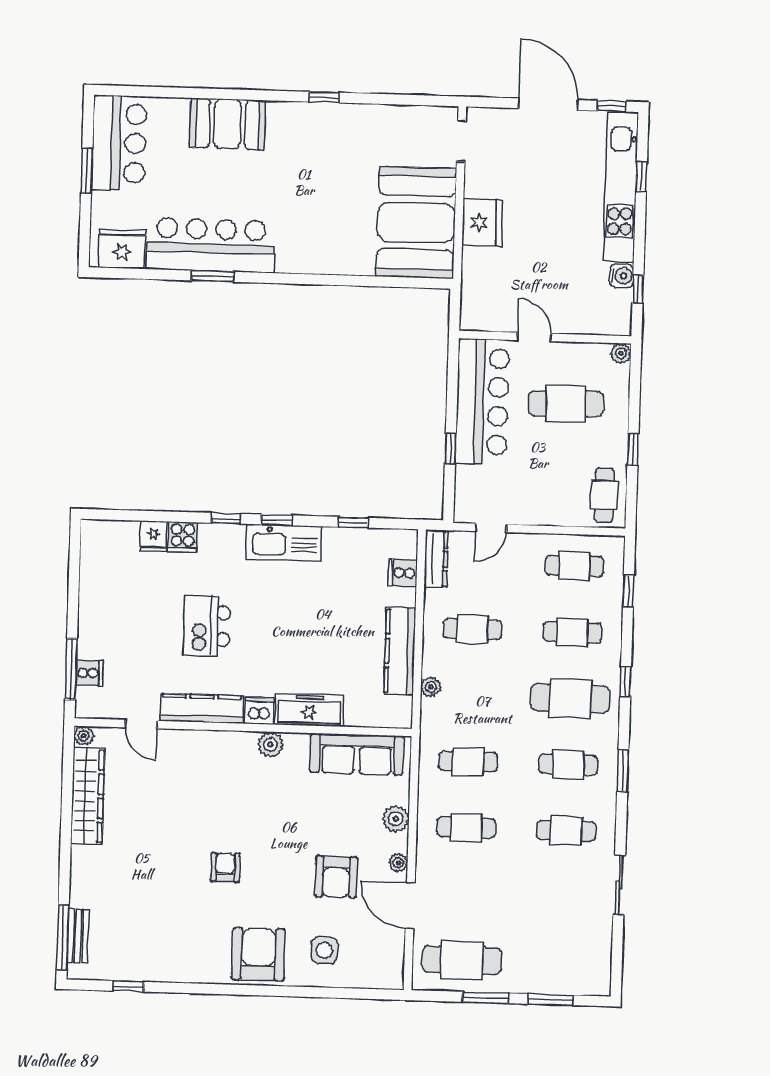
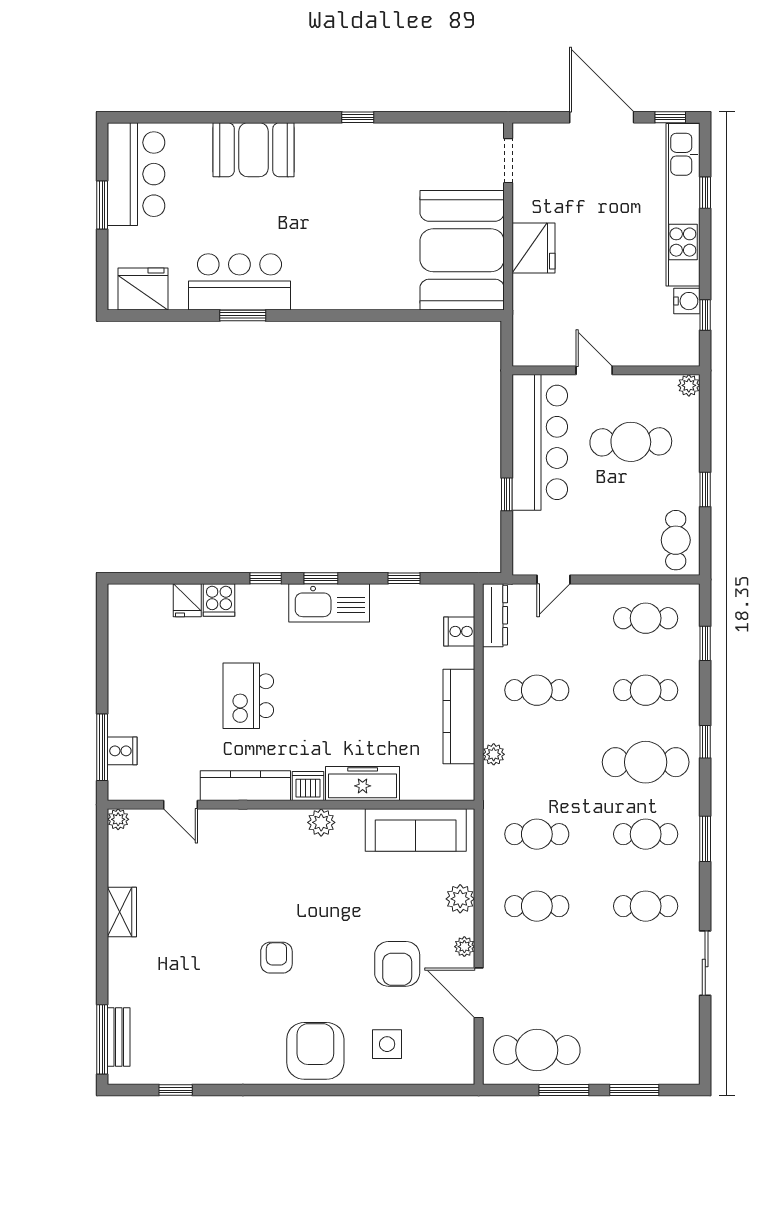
bar counter: (211, 245) -> (239, 282), width x0.73
wardrobe: (88, 796) -> (122, 912), width x0.48, depth x0.85

